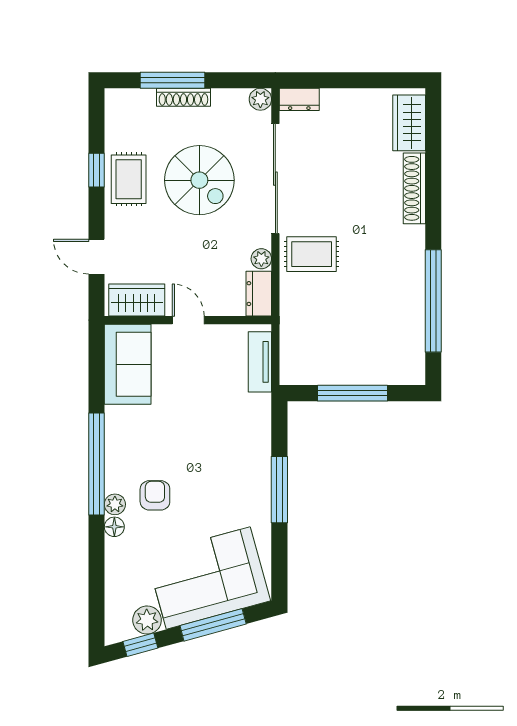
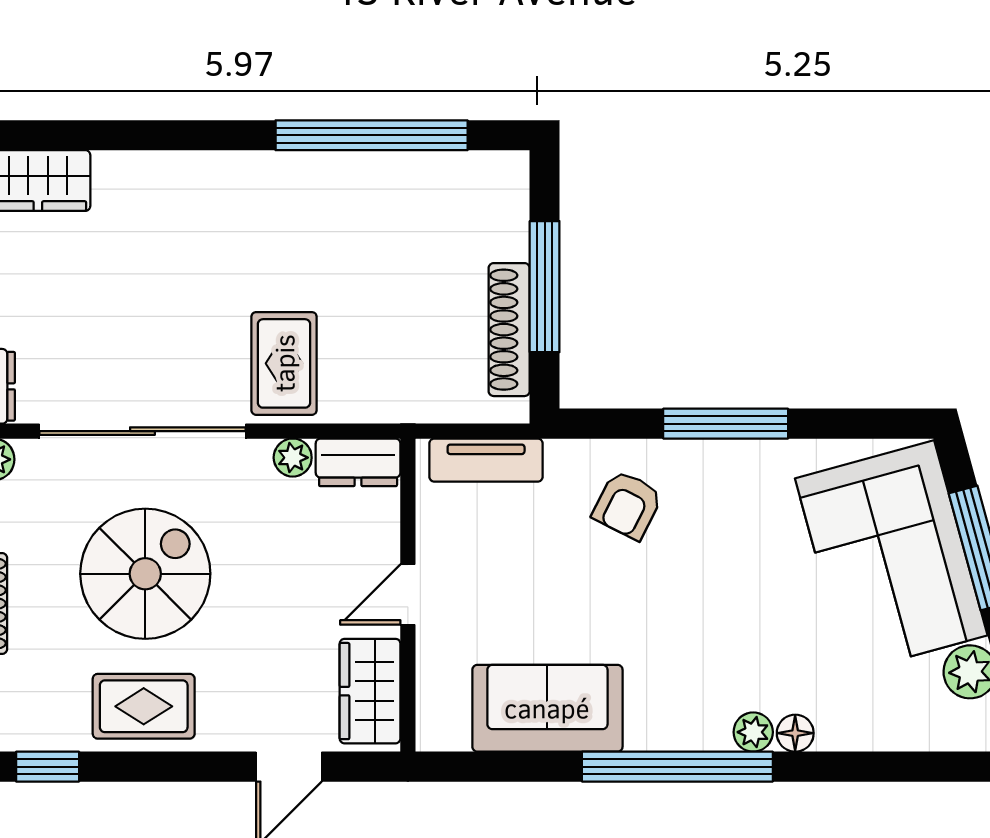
window: (96, 170) -> (48, 767), moved
shoe rack: (414, 188) -> (509, 330), moved, turned 90
sofa: (128, 364) -> (547, 708), moved
armchair: (155, 495) -> (627, 505), moved, turned -63

